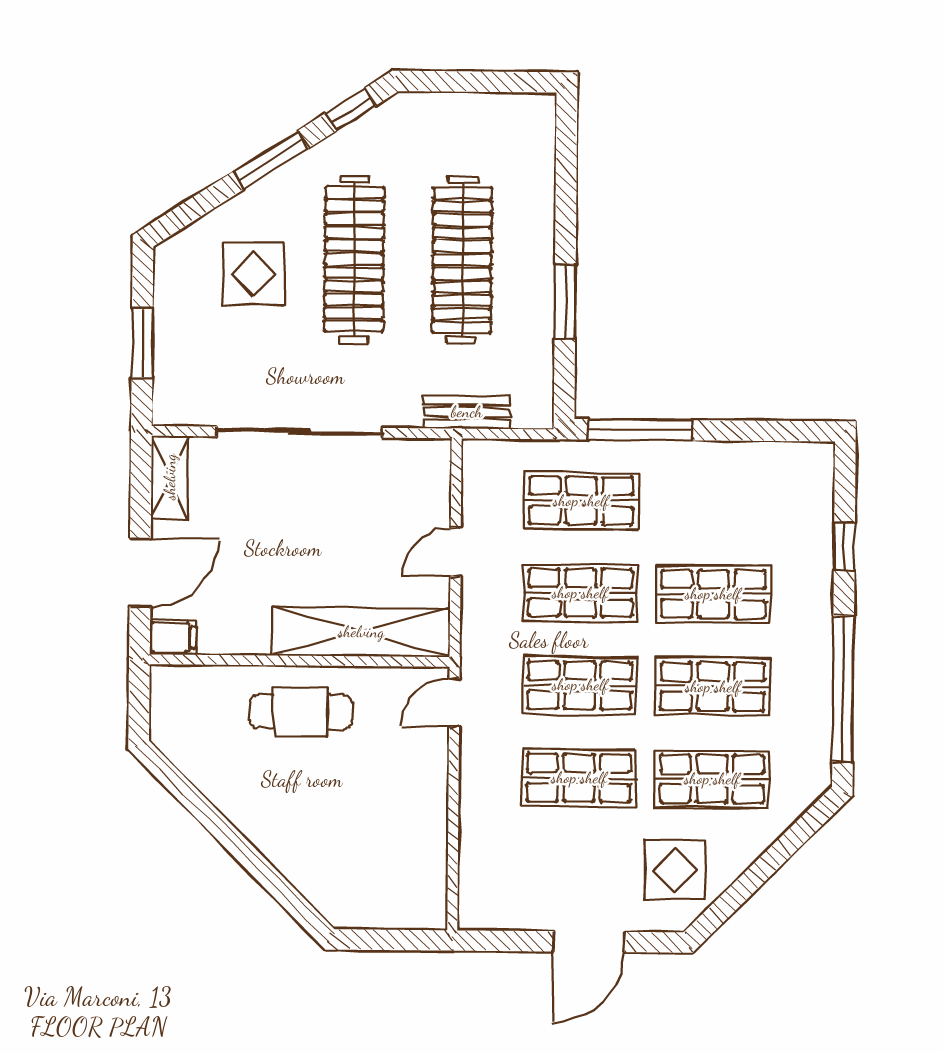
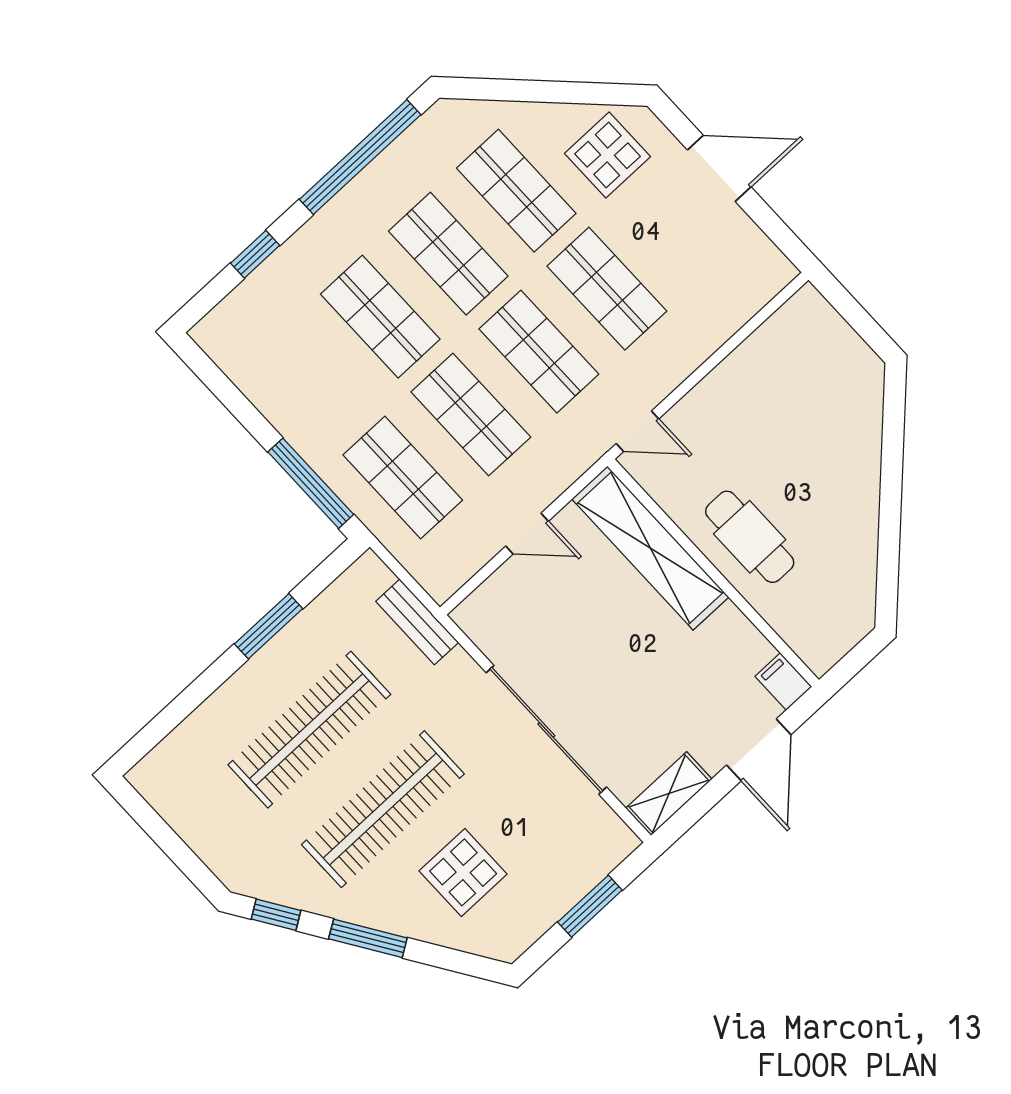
door: (140, 573) -> (759, 750), swing flipped

